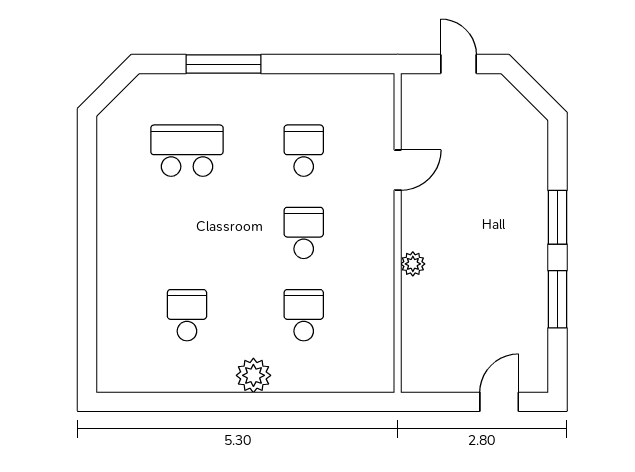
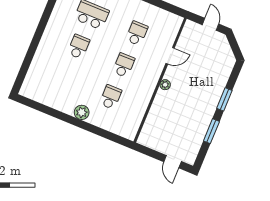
plant: (413, 264) -> (165, 85), moved
school desk: (187, 315) -> (79, 47), moved
door: (499, 402) -> (173, 162), swing flipped

